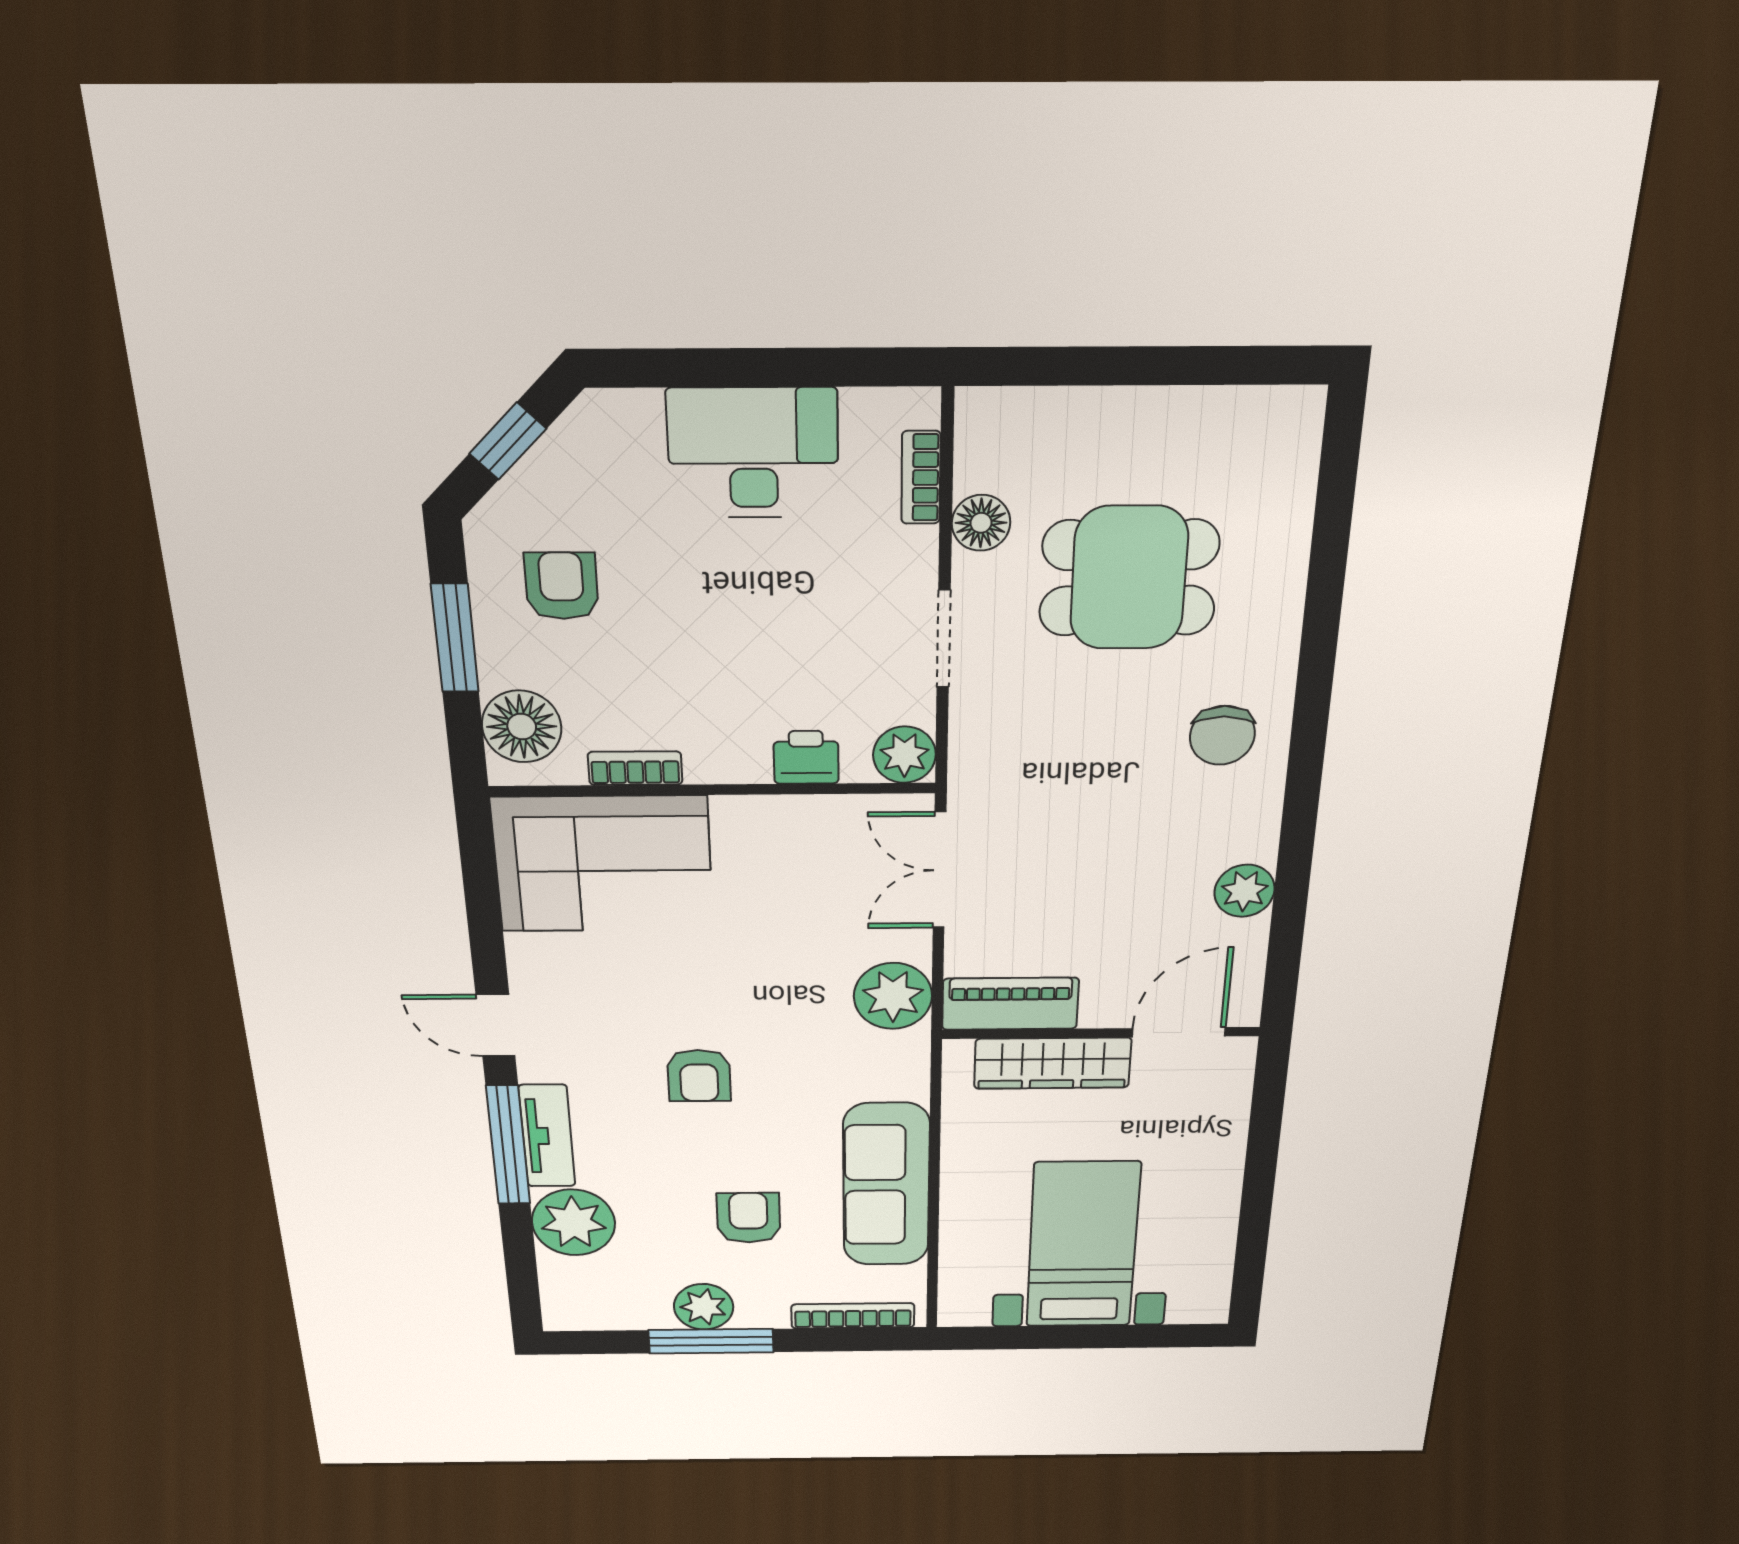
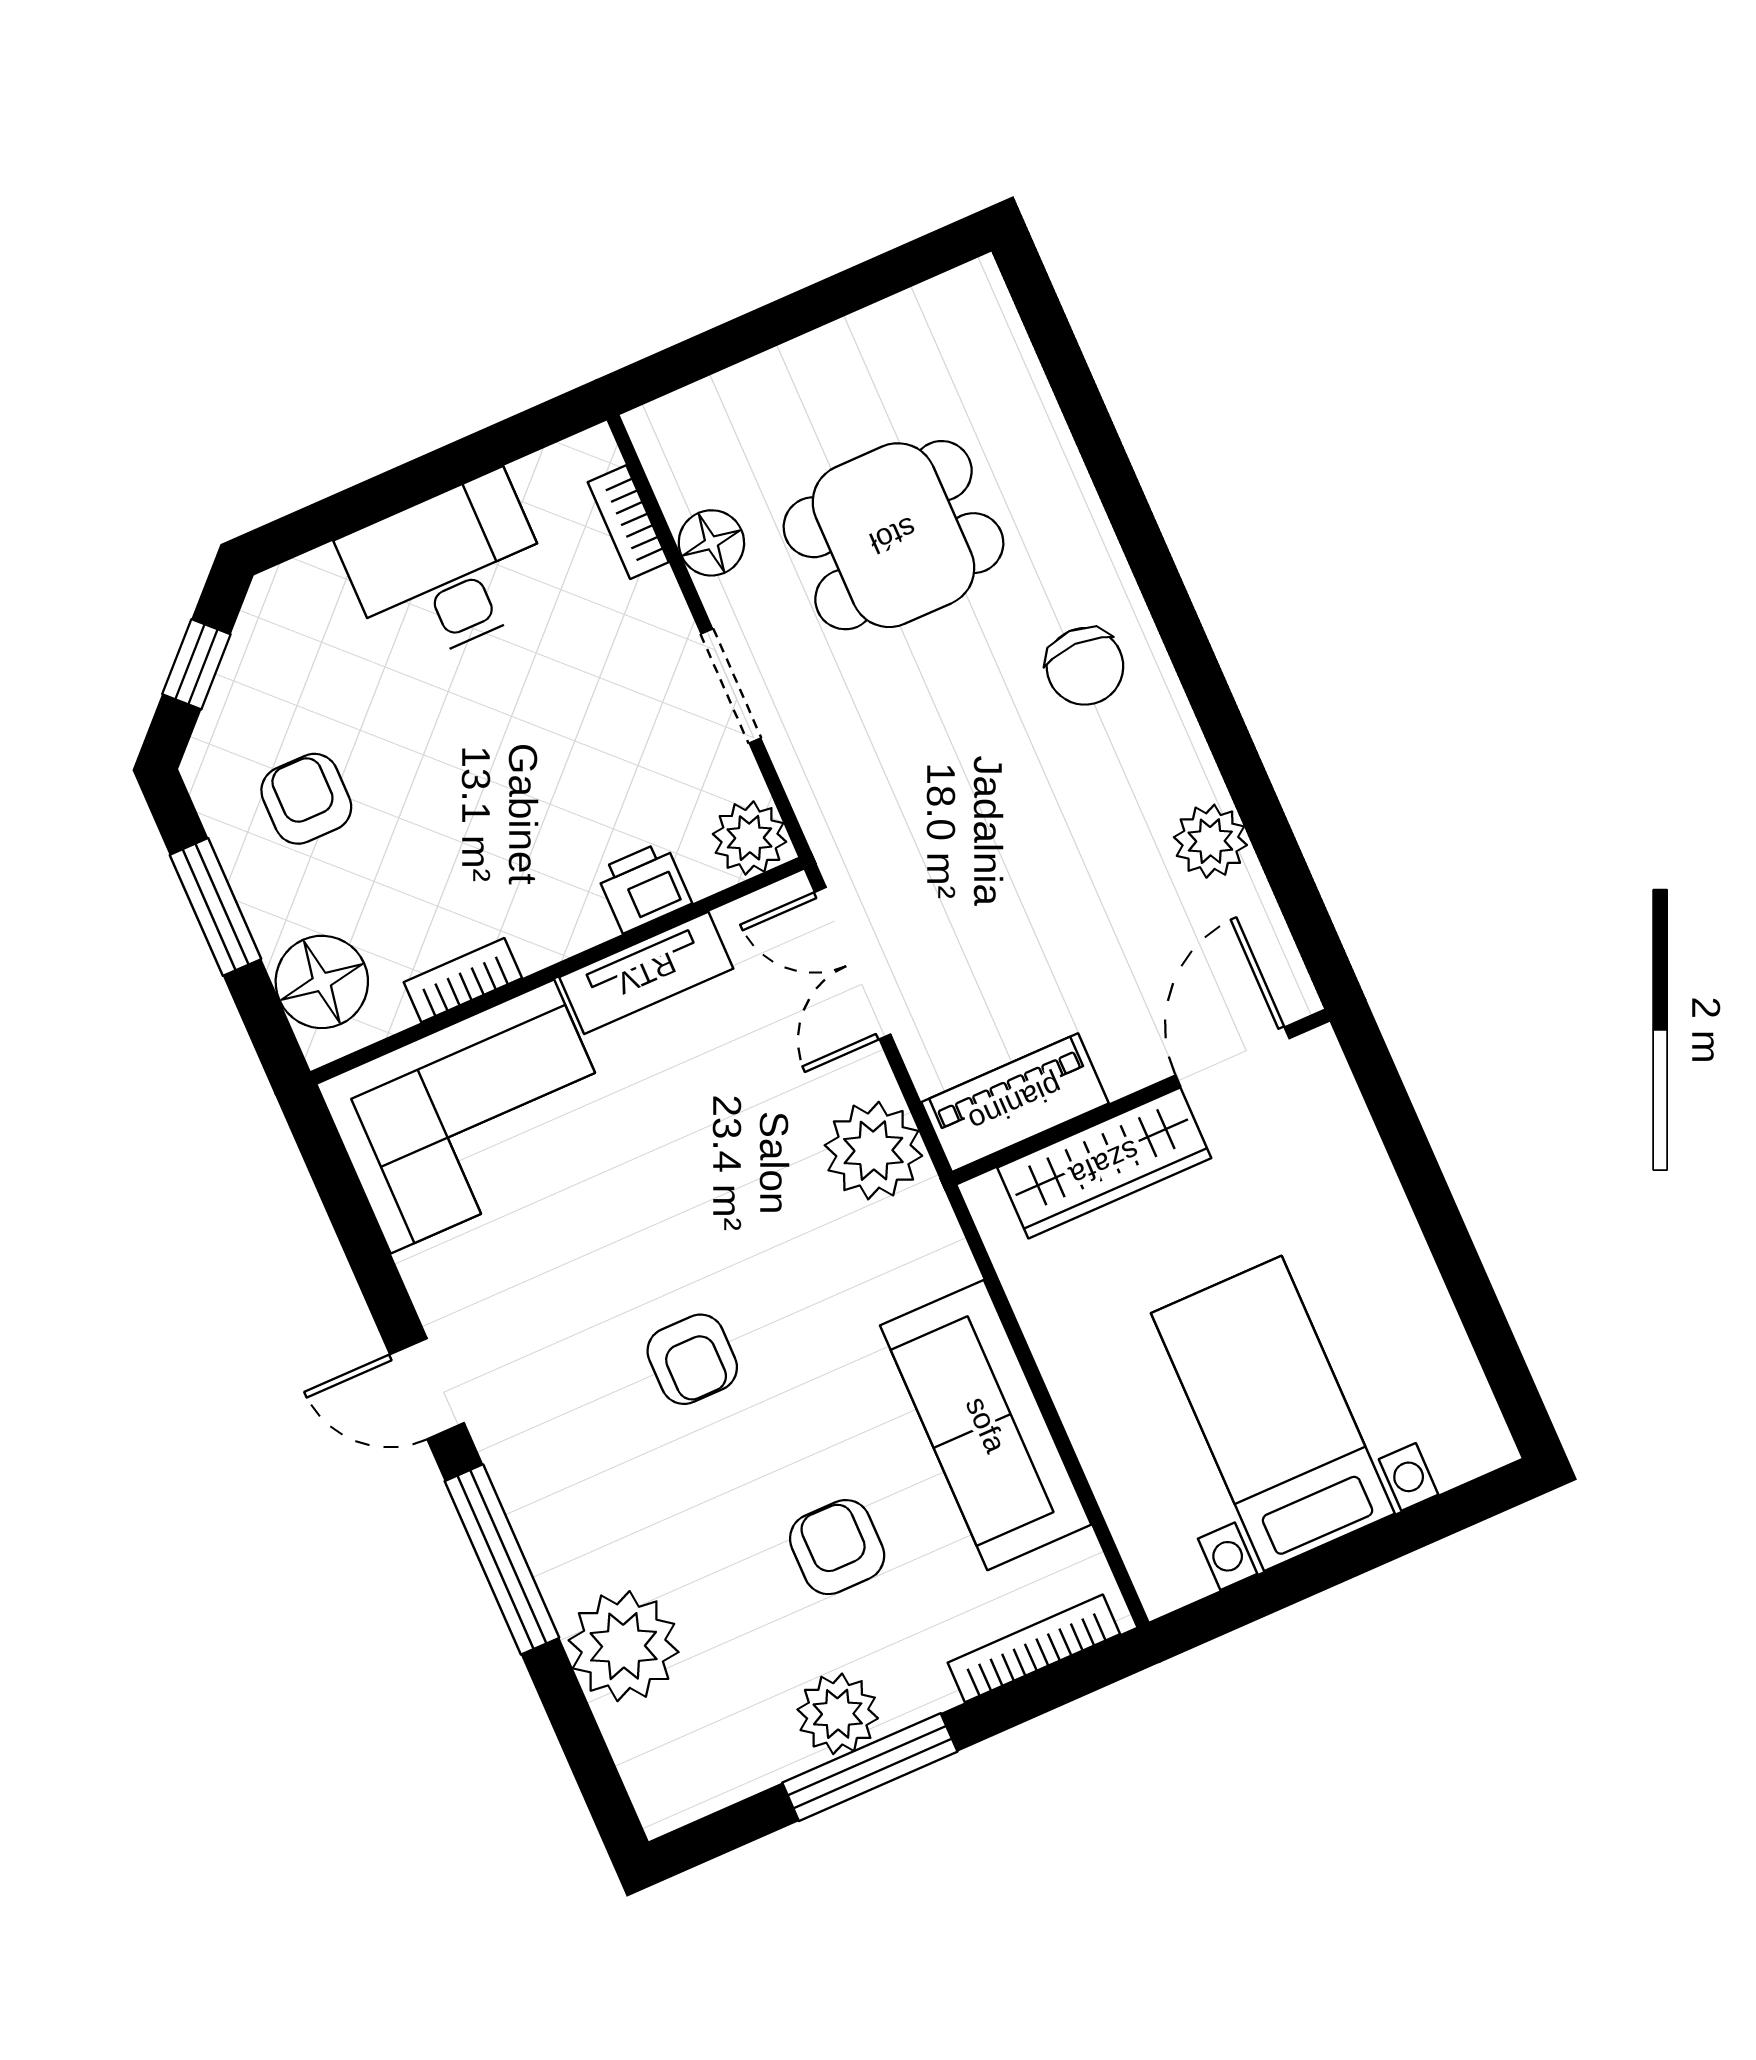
tv unit: (547, 1136) -> (646, 973), moved, turned 90

